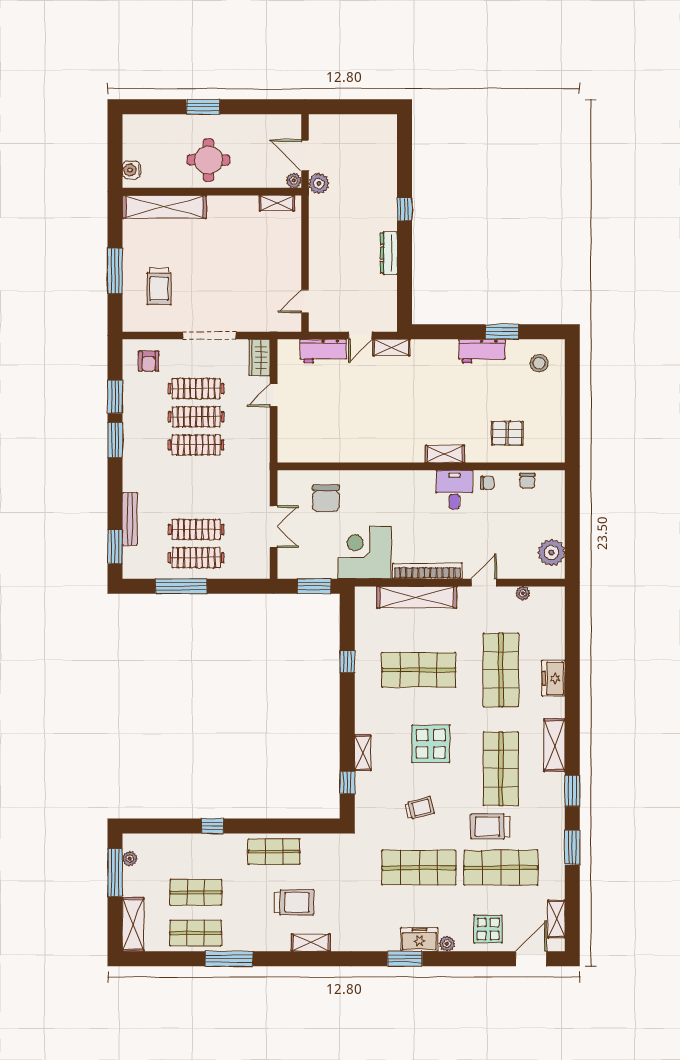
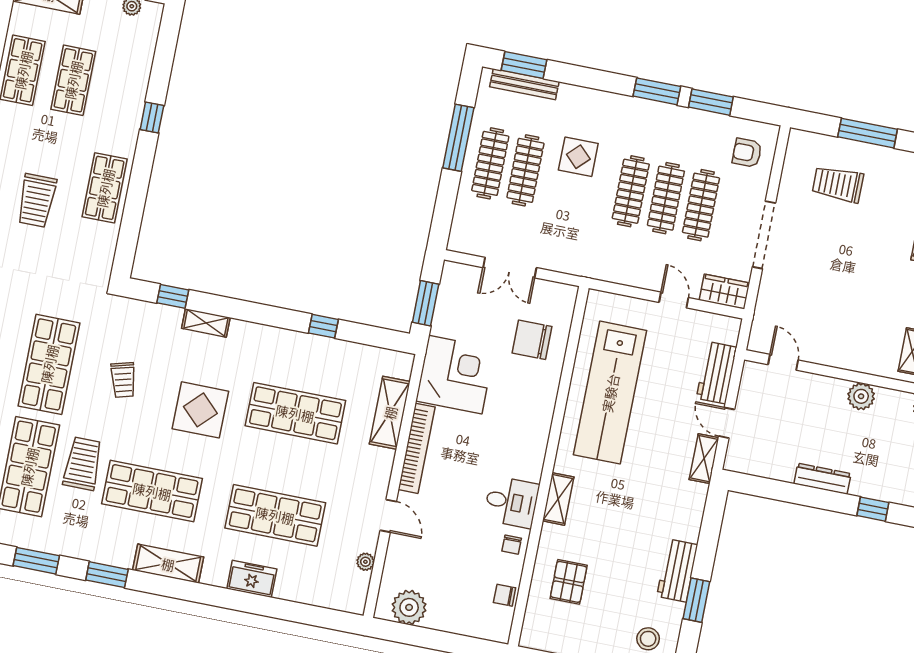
plant: (319, 236) -> (861, 396), added
lab bench: (355, 430) -> (610, 393), added
display table: (178, 491) -> (578, 157), added
bench: (130, 519) -> (524, 84), moved
shelving: (417, 597) -> (390, 413), width x0.68
shop shelf: (419, 670) -> (295, 413), turned 90

